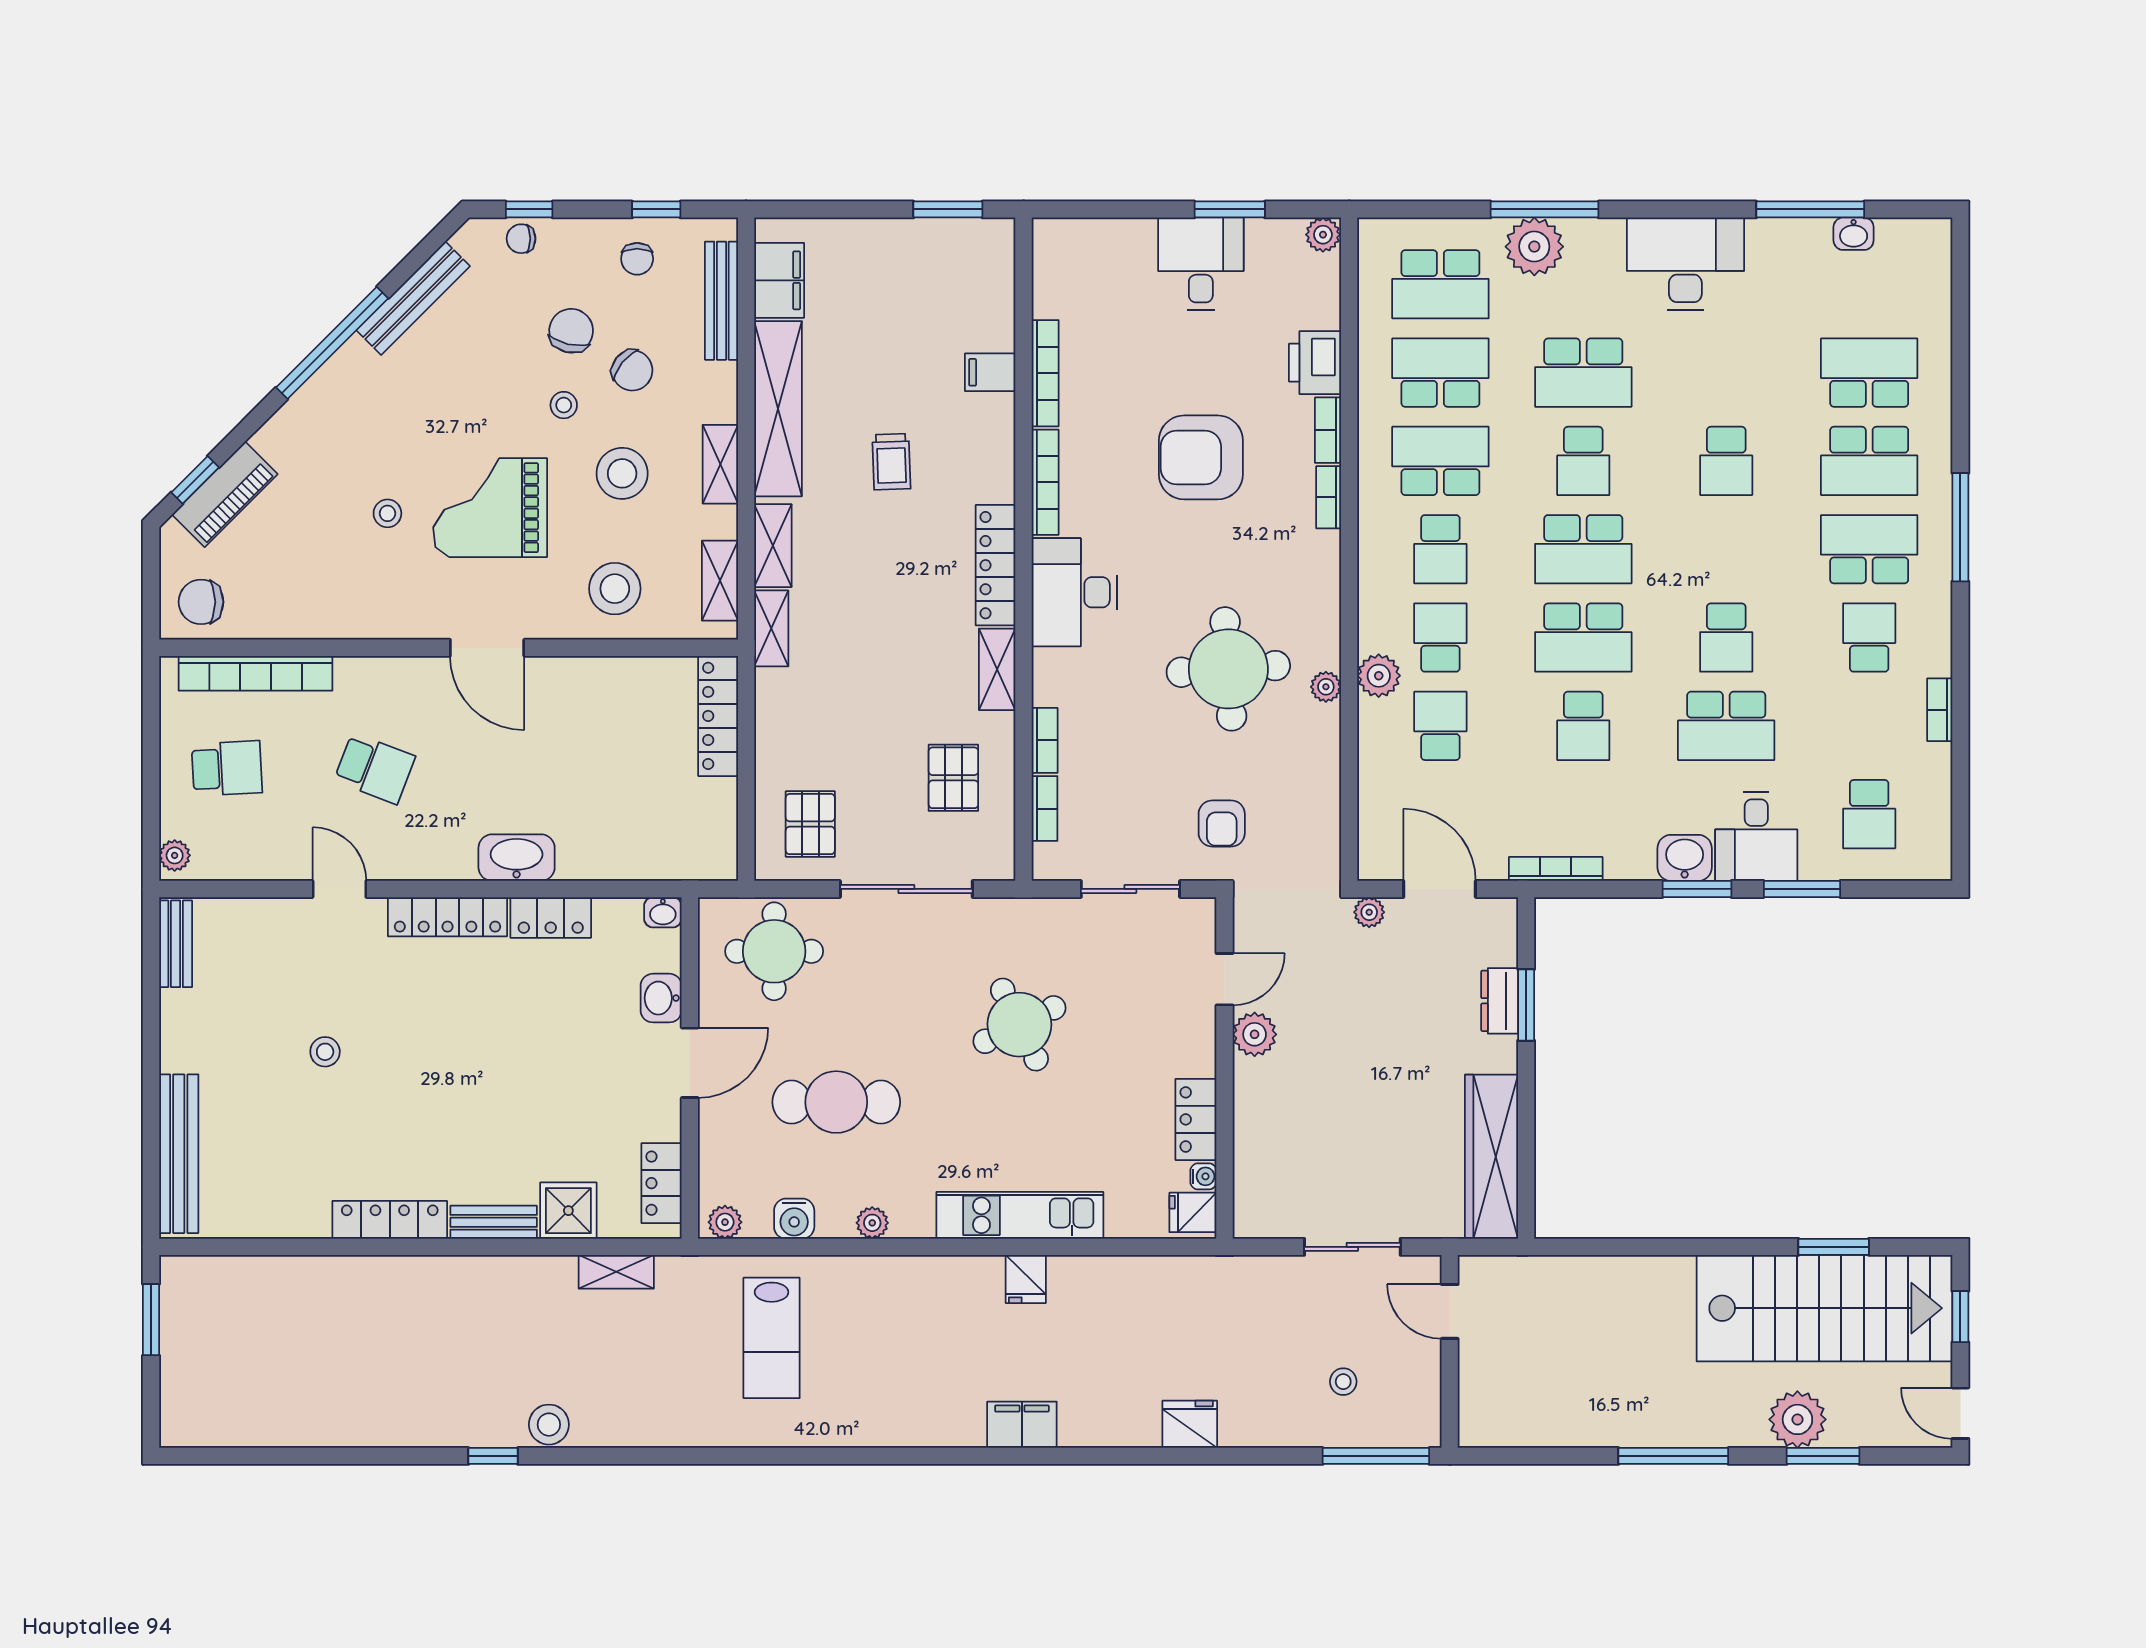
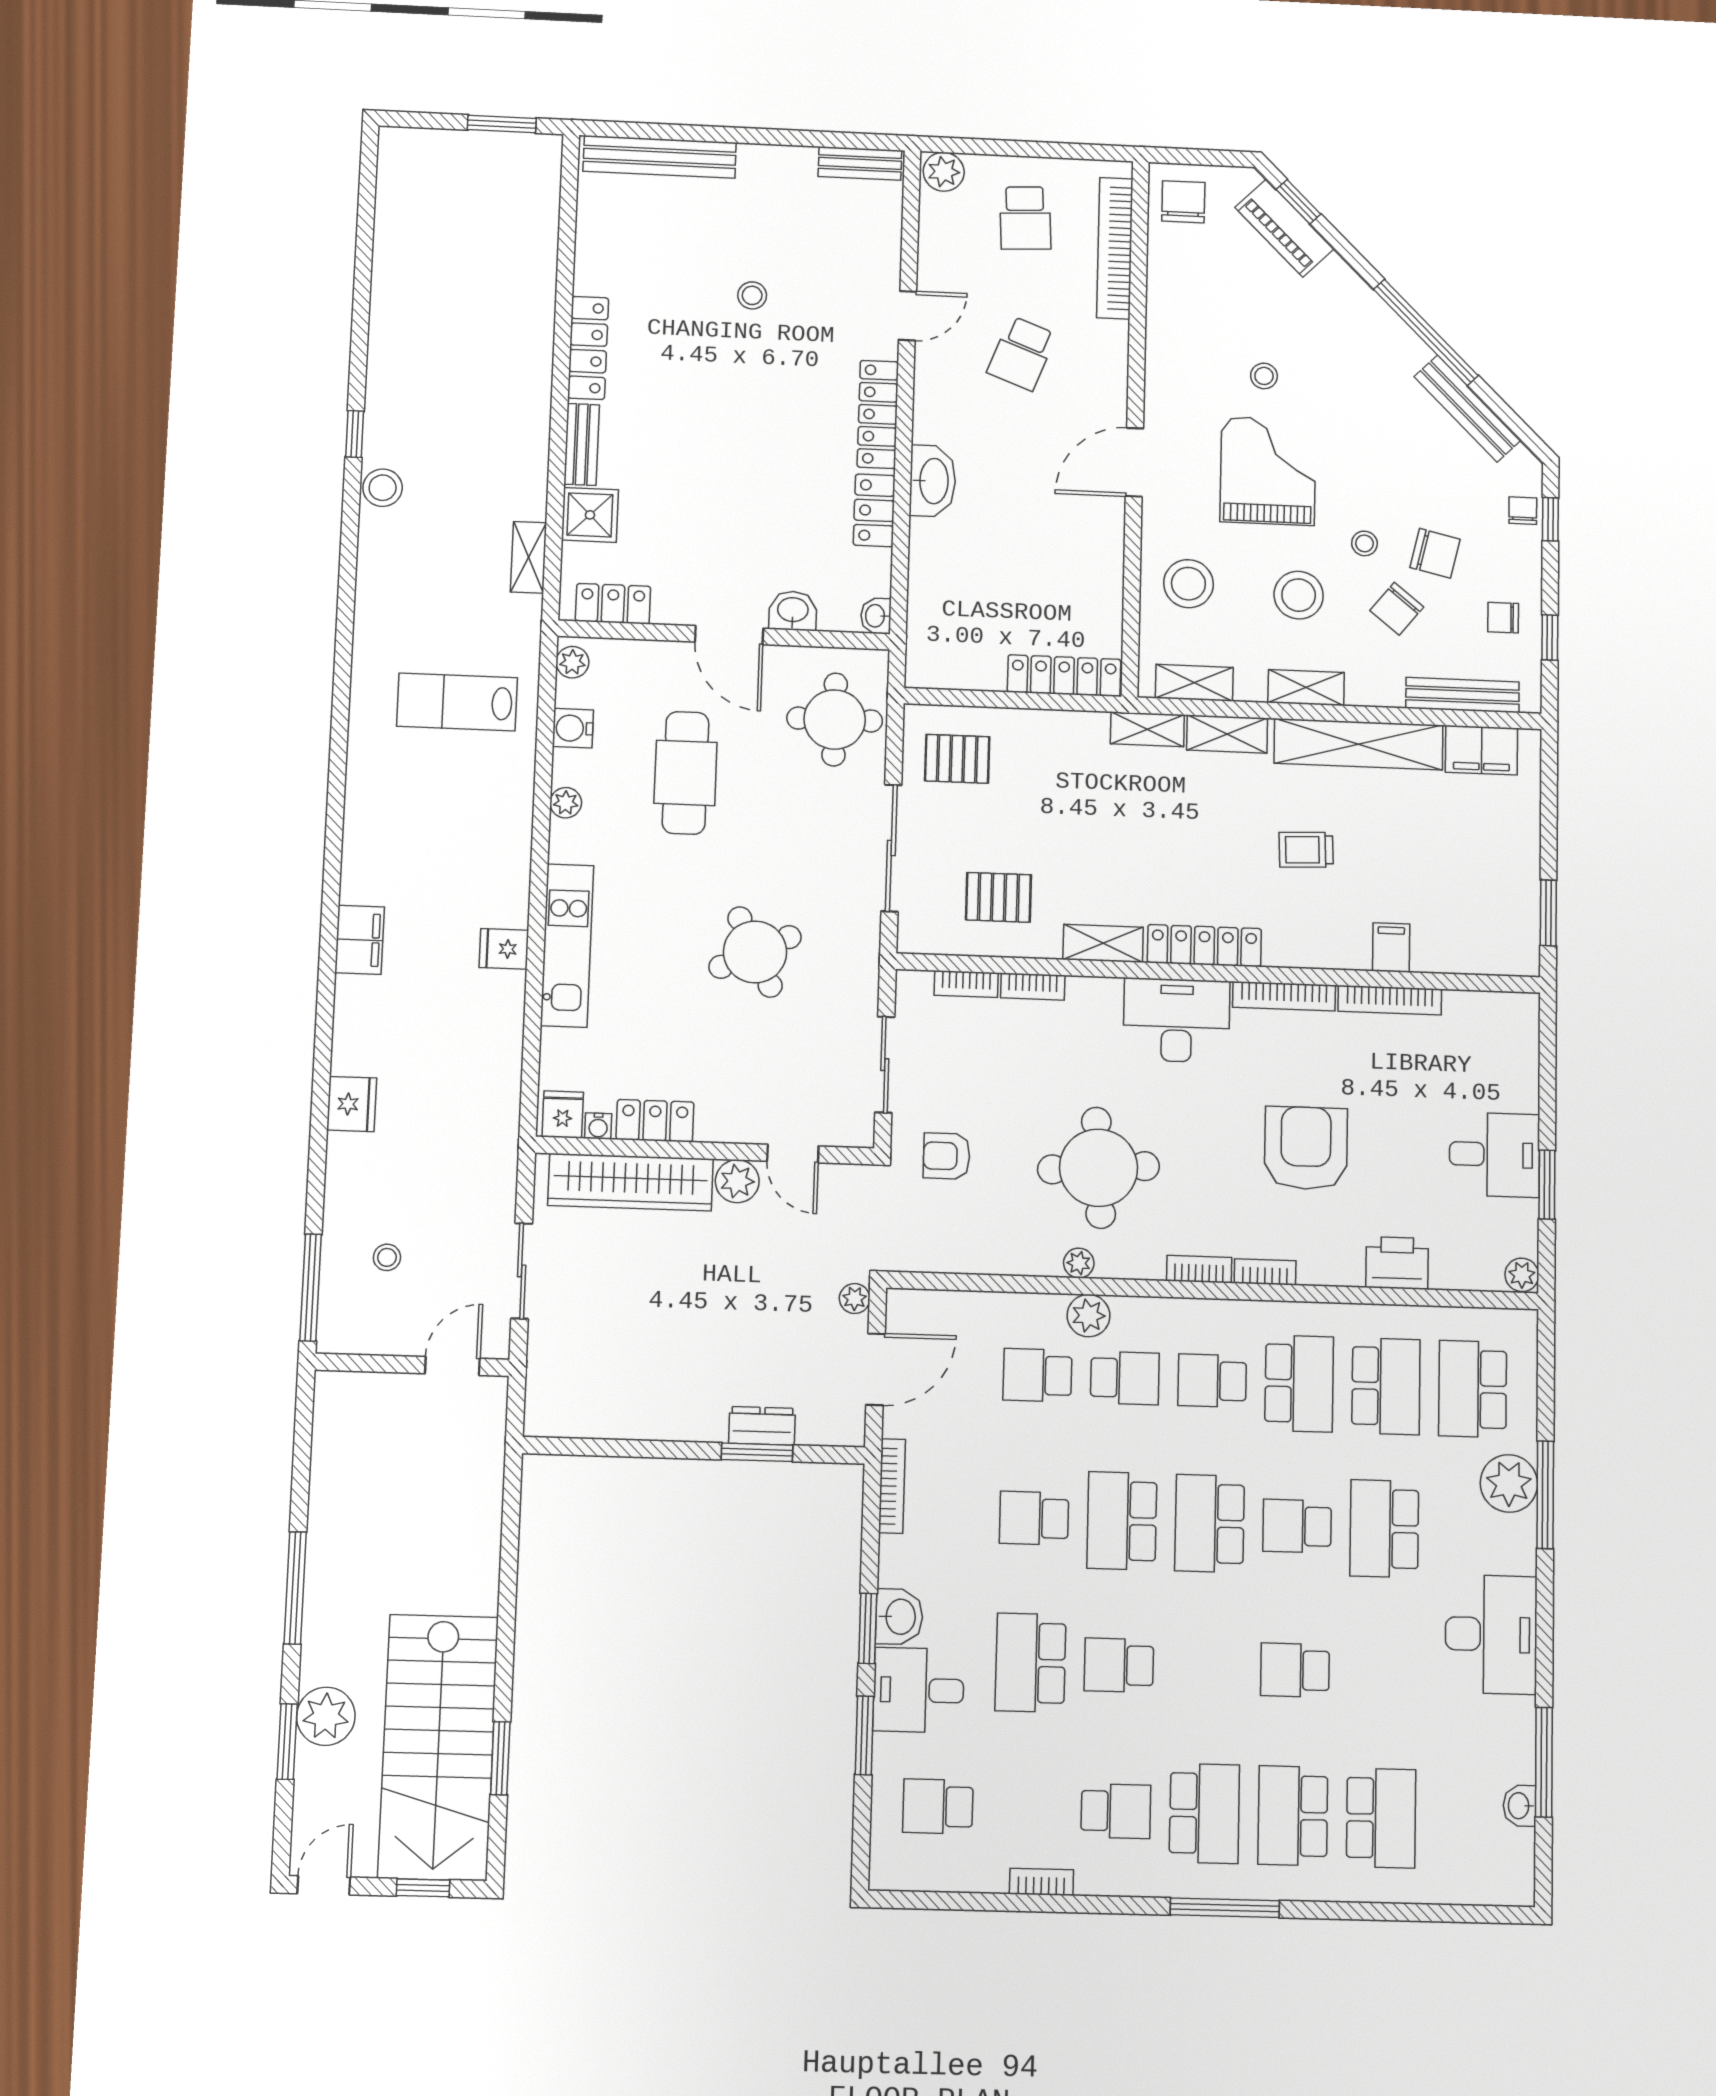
bookcase: (1328, 430) -> (1199, 1269), moved
school desk: (1440, 726) -> (1037, 1375), turned 180
plant: (175, 855) -> (944, 172), width x1.38, depth x1.38
wardrobe: (1491, 1157) -> (631, 1182), moved, turned 180

